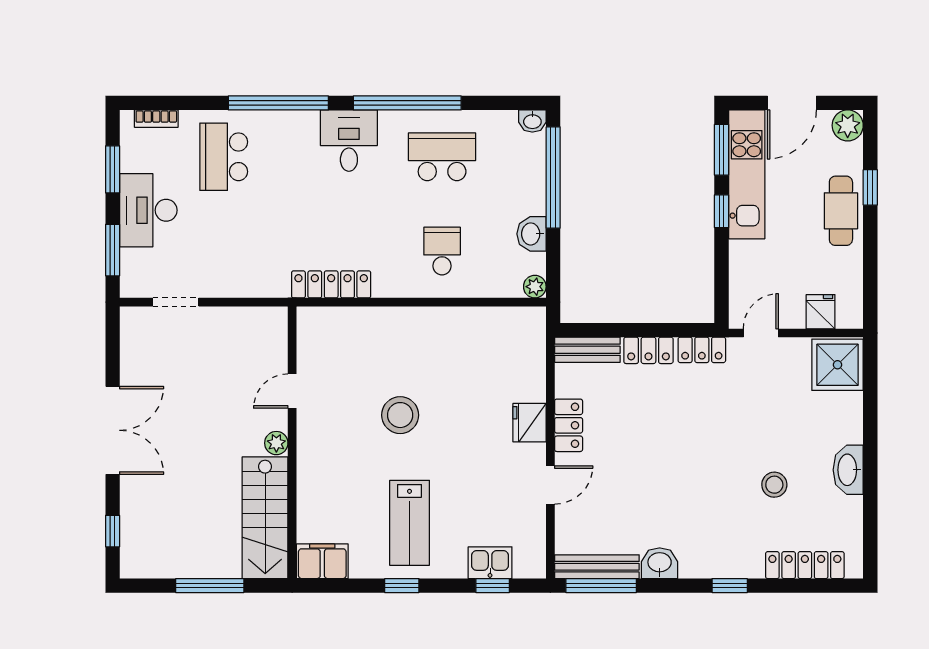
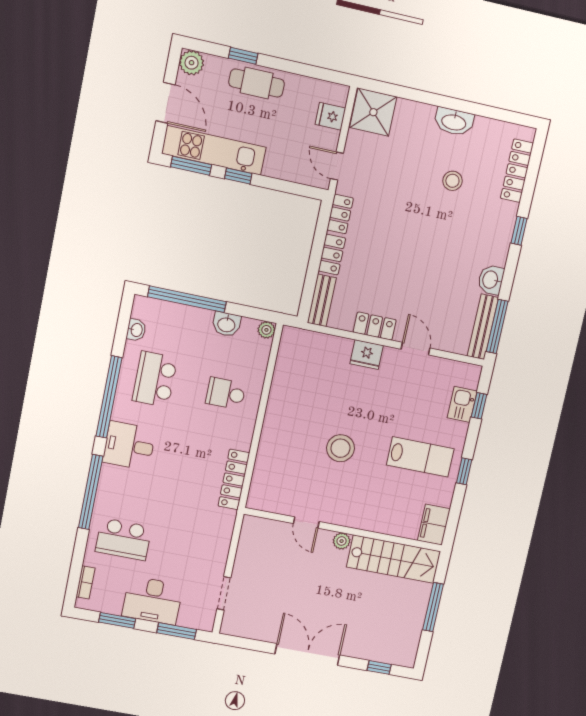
washbasin: (532, 121) -> (136, 330), moved

